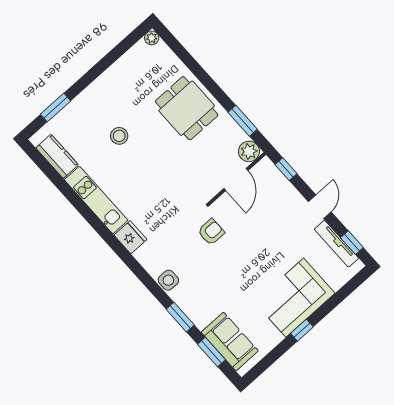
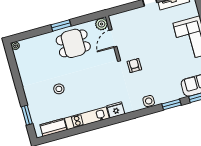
dining table: (187, 108) -> (73, 43), moved
window: (243, 121) -> (61, 25), moved
window: (286, 169) -> (121, 9), removed
door: (236, 180) -> (113, 38), swing flipped

